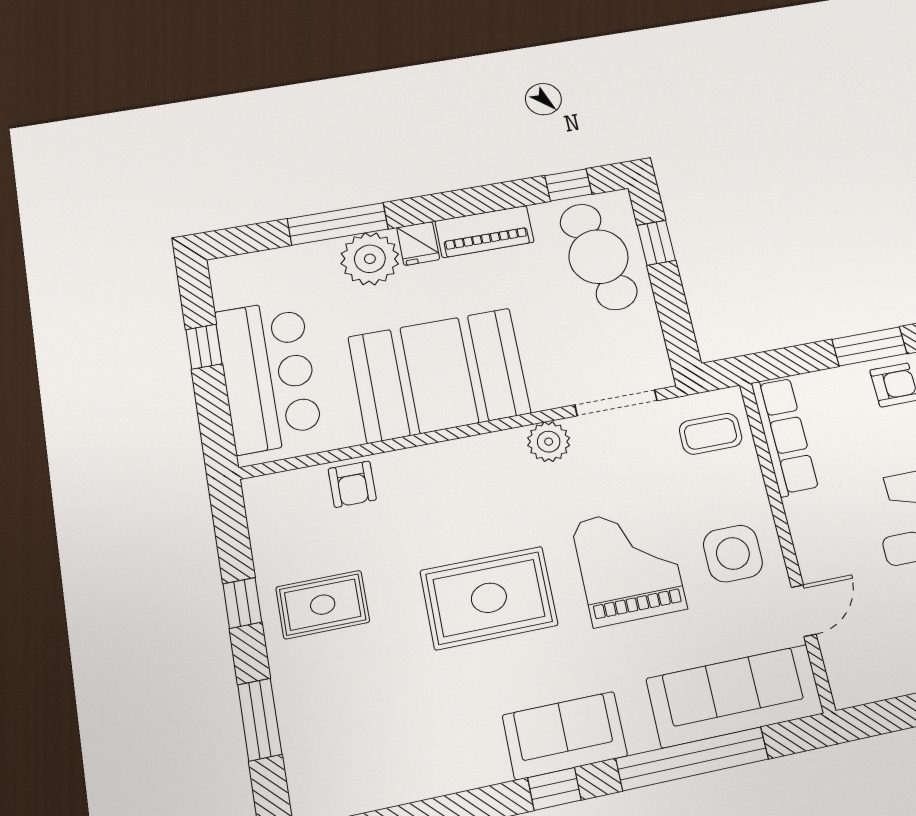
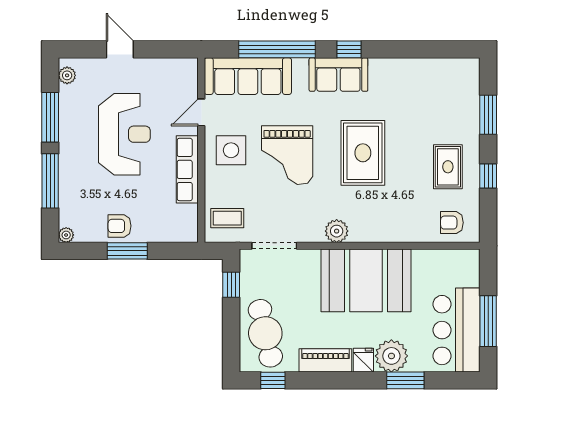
window: (338, 224) -> (405, 380), width x0.69
window: (656, 243) -> (231, 285), moved
window: (204, 347) -> (488, 321), width x2.17
bar counter: (269, 375) -> (457, 330), moved
row of seats: (785, 436) -> (187, 169), moved
plant: (549, 442) -> (337, 231), moved
armchair: (352, 484) -> (452, 223), moved, turned -90
rug: (489, 598) -> (363, 153), turned 90
rug: (323, 605) -> (448, 167), turned 90

